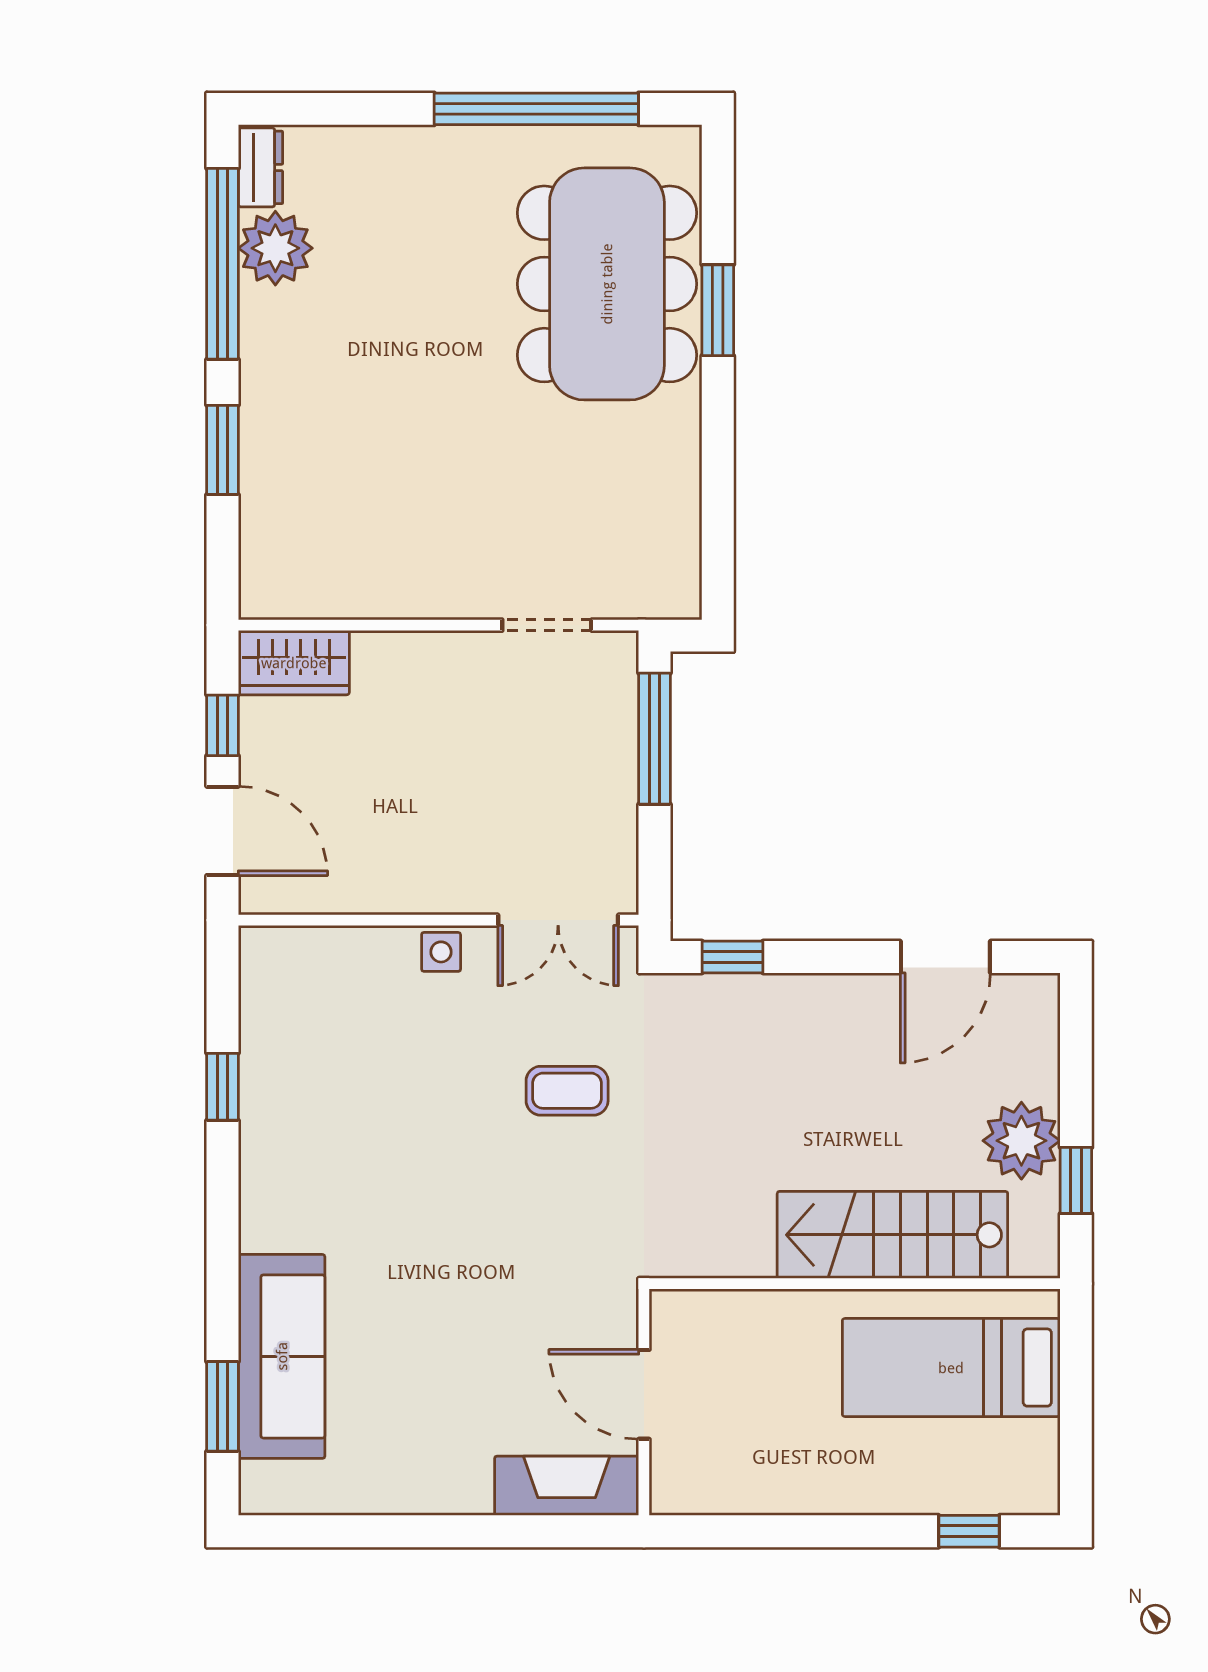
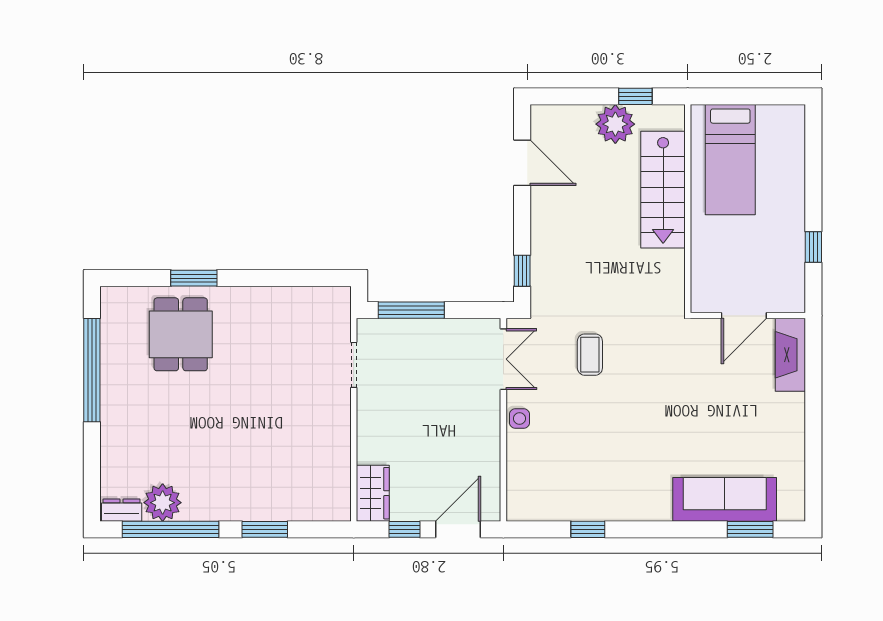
dining table: (607, 284) -> (181, 334), width x0.53, depth x0.80
window: (969, 1531) -> (813, 247), moved

